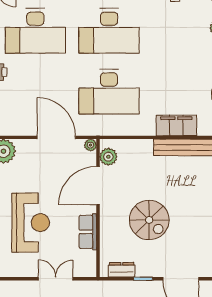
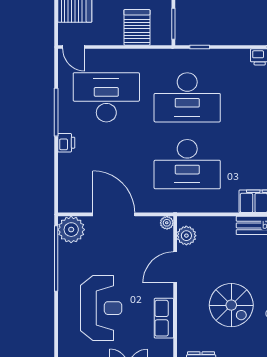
desk: (35, 31) -> (106, 97), turned 180
door: (56, 137) -> (114, 214), moved
door: (98, 186) -> (175, 267), width x0.73

